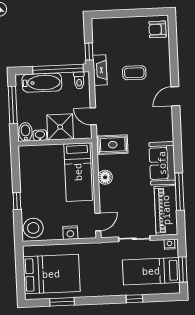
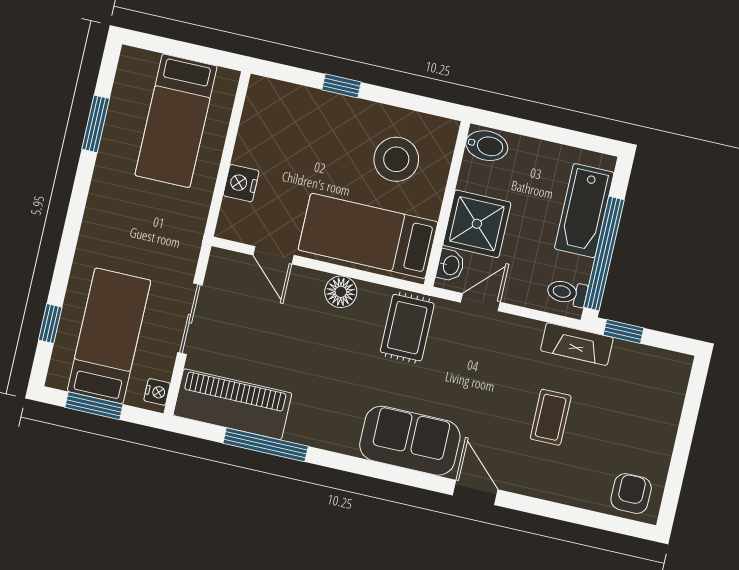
window: (13, 105) -> (553, 134), removed
washbasin: (40, 135) -> (450, 265), moved
sofa: (162, 163) -> (410, 441), moved
door: (98, 222) -> (273, 255), moved
stool: (33, 228) -> (396, 159), moved
bed: (51, 274) -> (176, 121), width x0.67
window: (134, 299) -> (50, 324), moved

